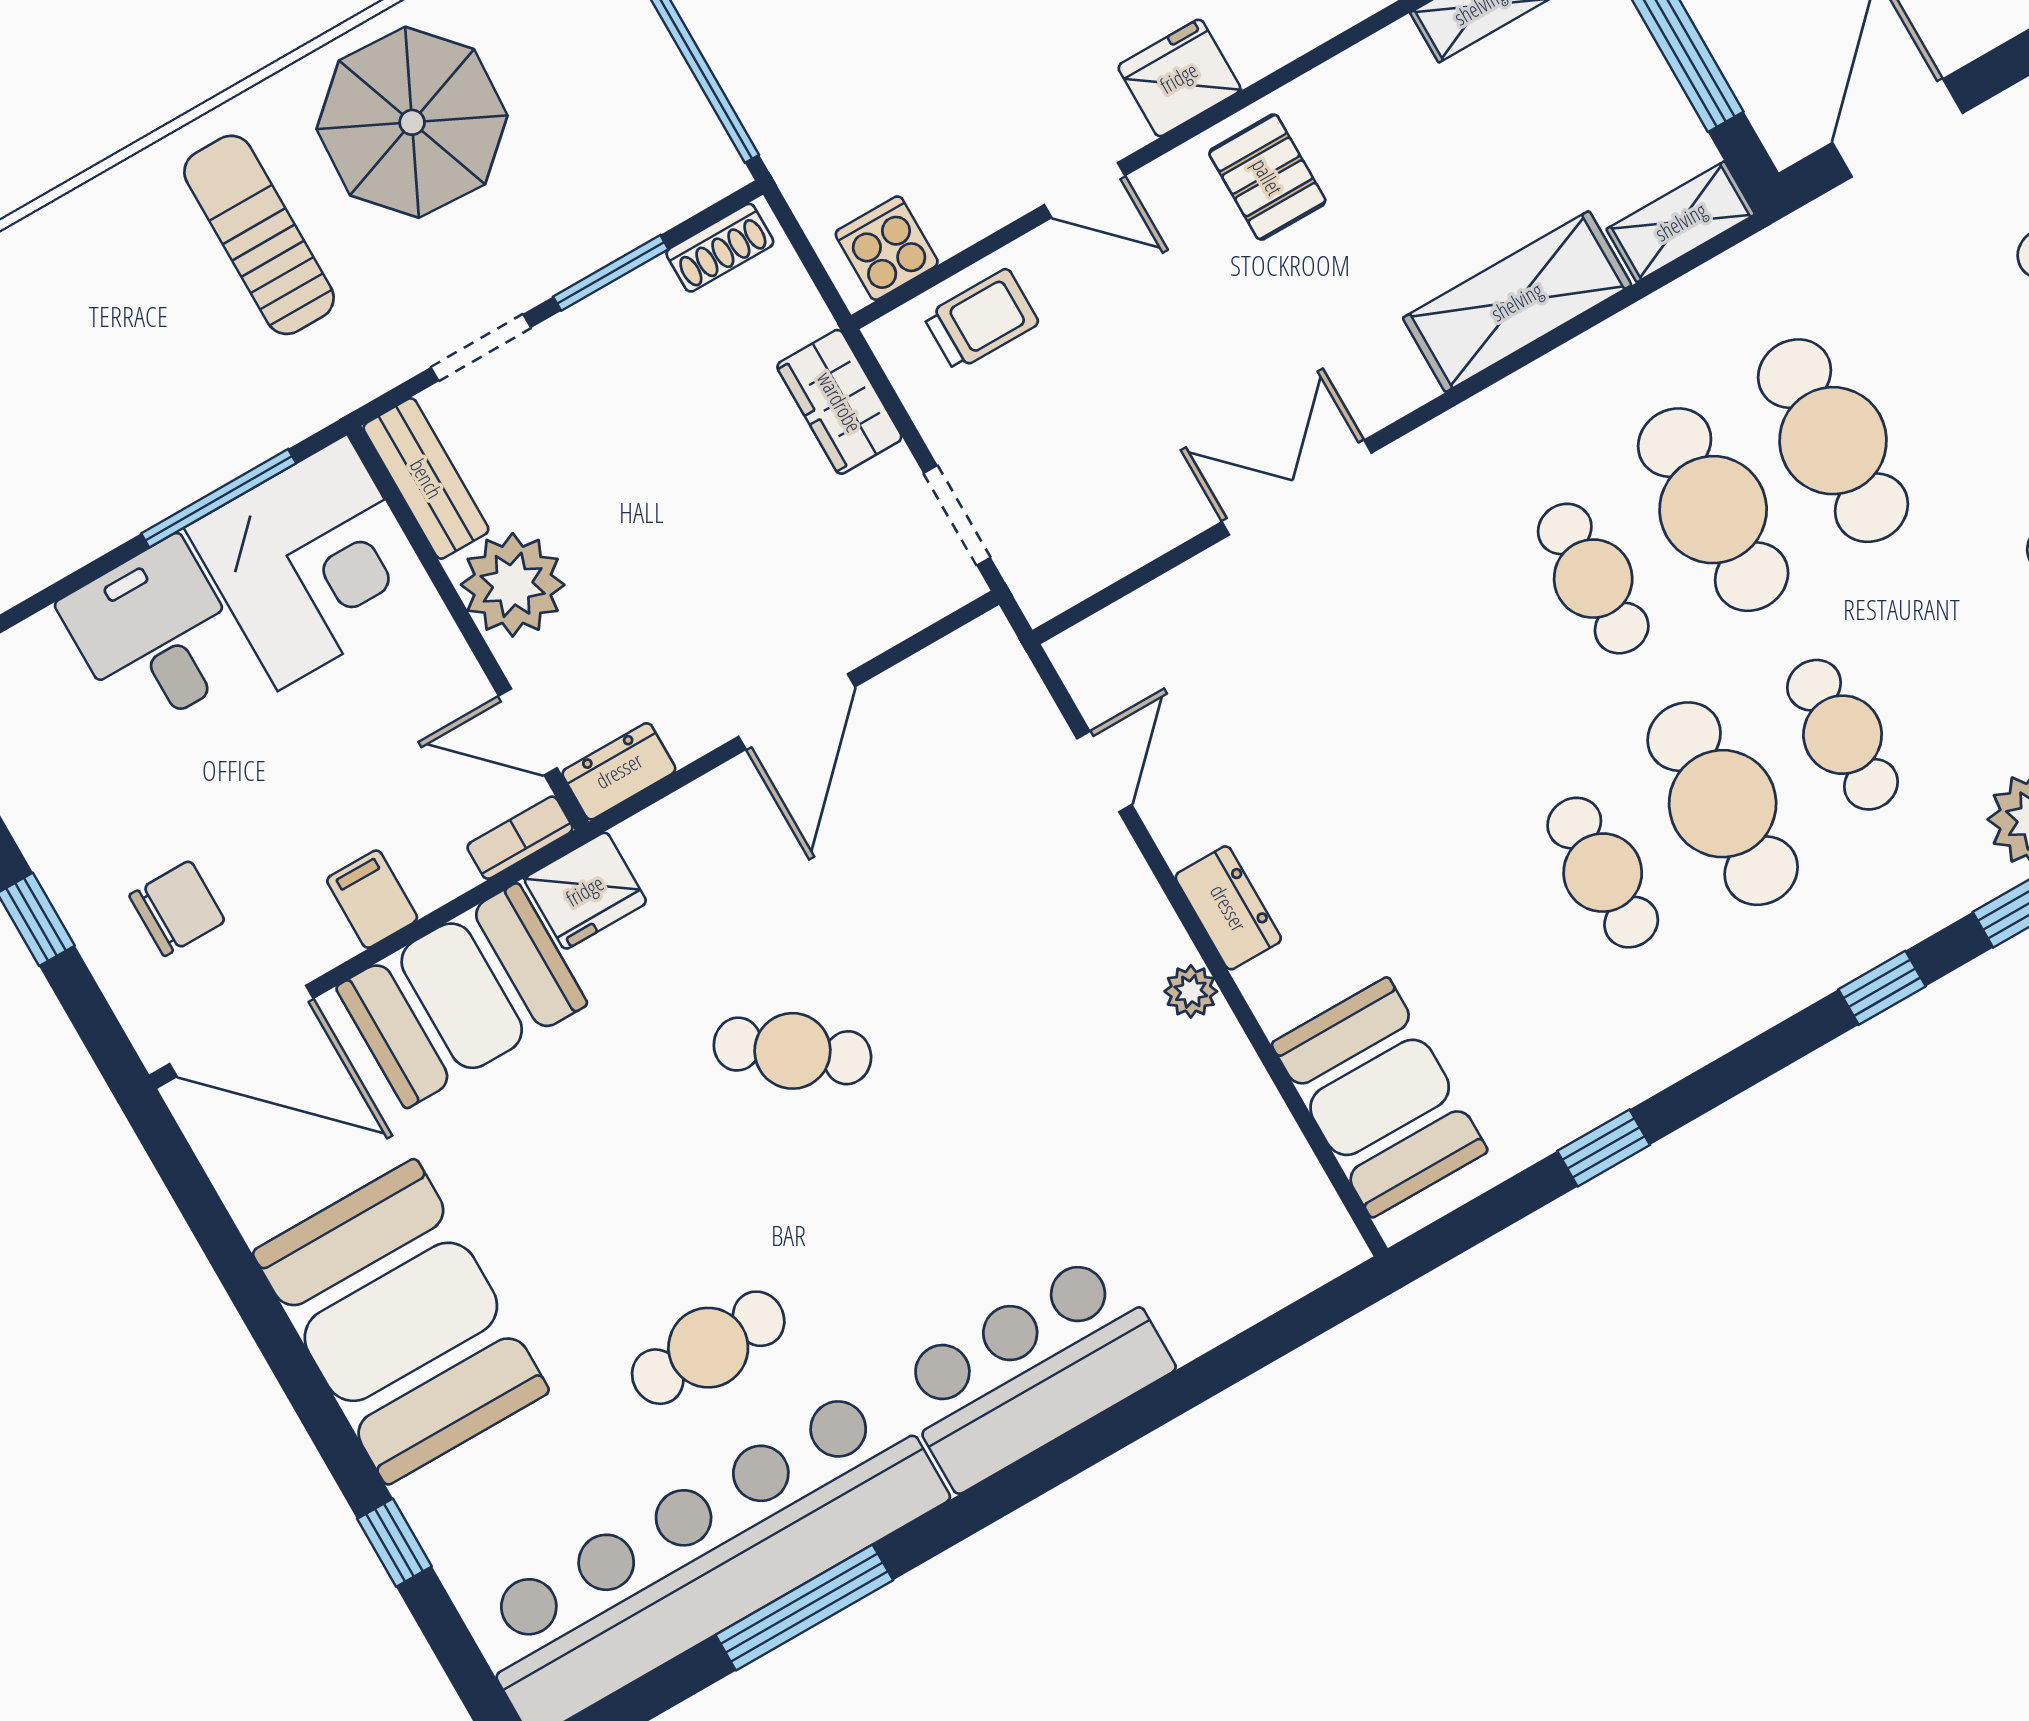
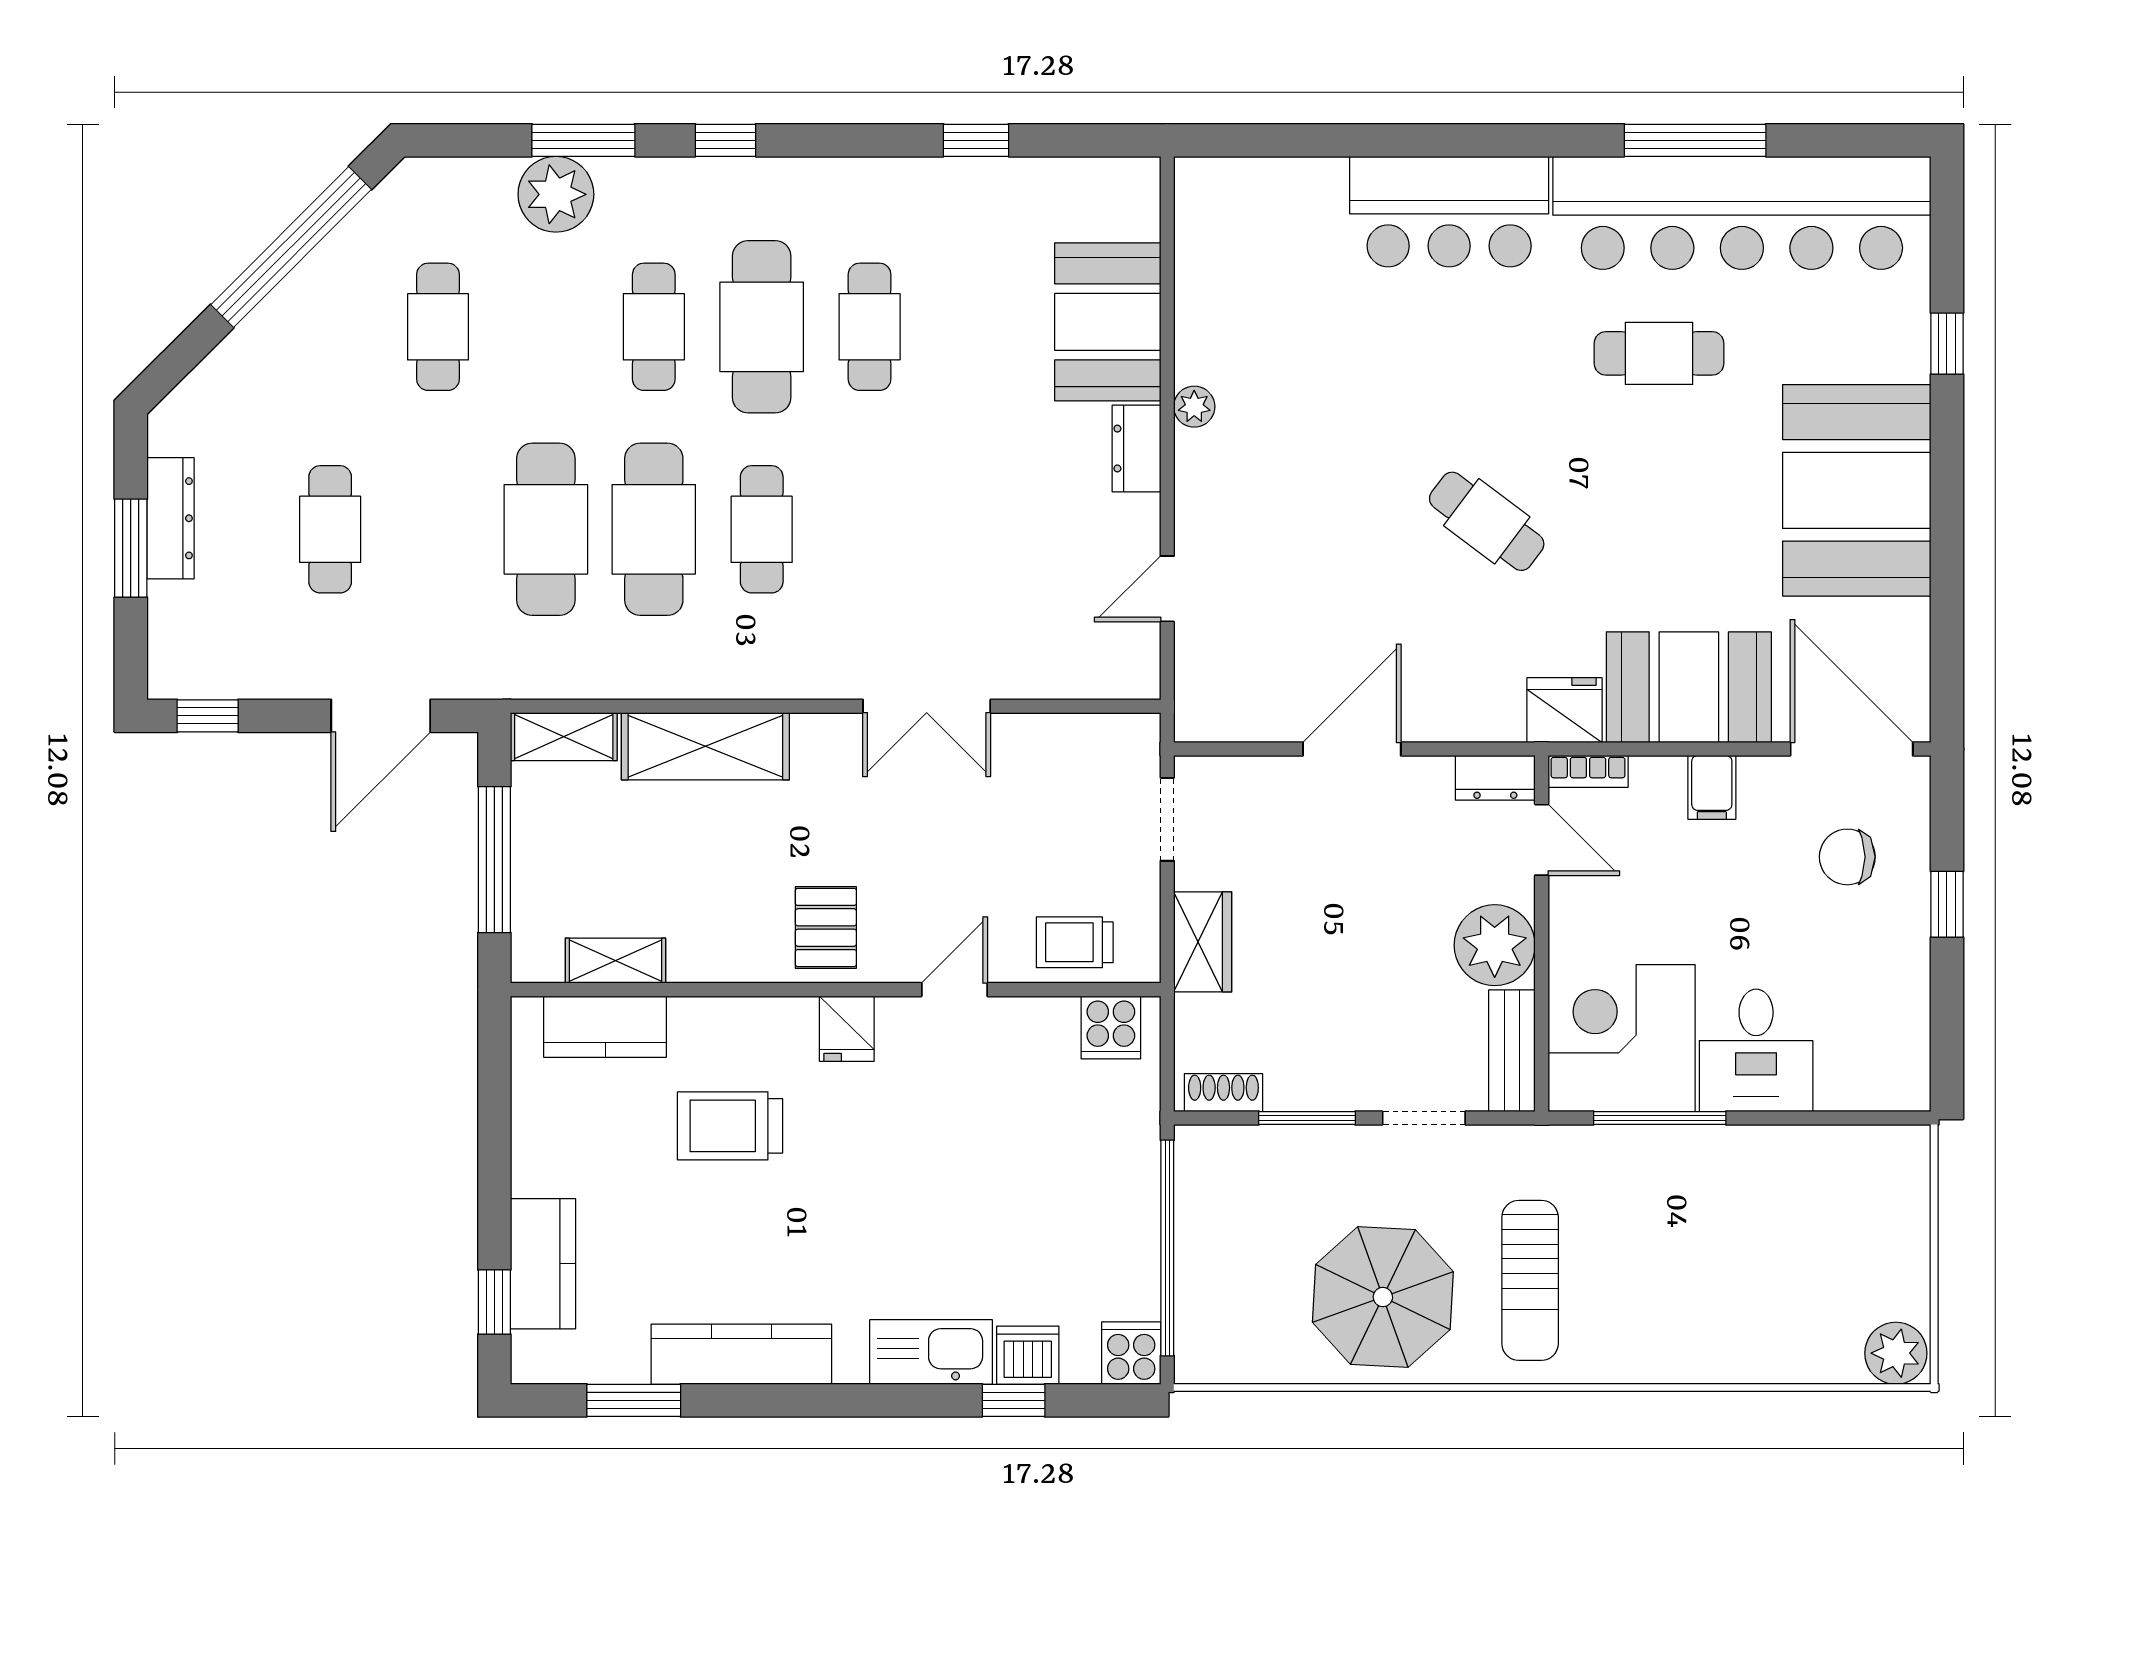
fridge: (1179, 78) -> (847, 1029), width x0.72
door: (1085, 190) -> (954, 990), hinge flipped
booth: (1380, 1097) -> (1108, 322), moved

